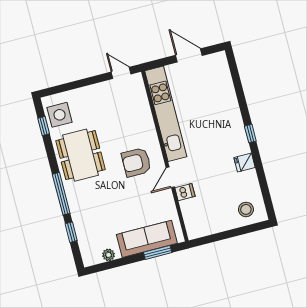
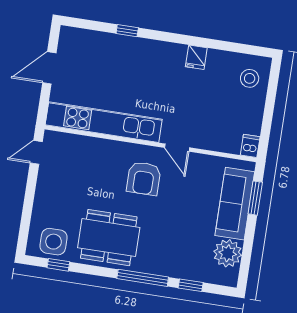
window: (250, 134) -> (127, 31), moved
dishwasher: (185, 192) -> (250, 146), moved
plant: (109, 255) -> (228, 253), width x1.87, depth x1.87

